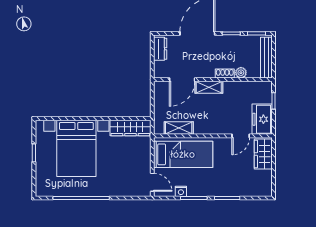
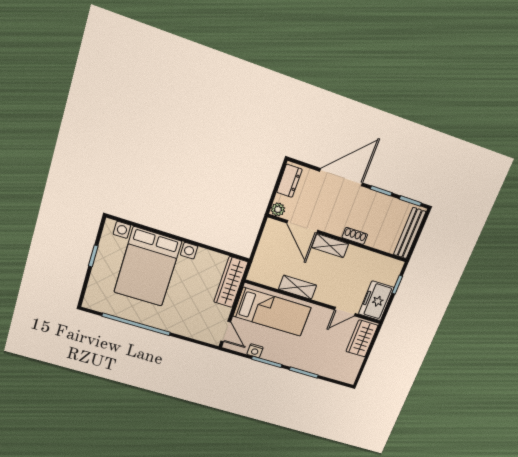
plant: (241, 73) -> (278, 209), moved
door: (182, 80) -> (302, 227), hinge flipped
wardrobe: (130, 128) -> (231, 282), moved, turned 90
shelving: (179, 128) -> (298, 287), moved

